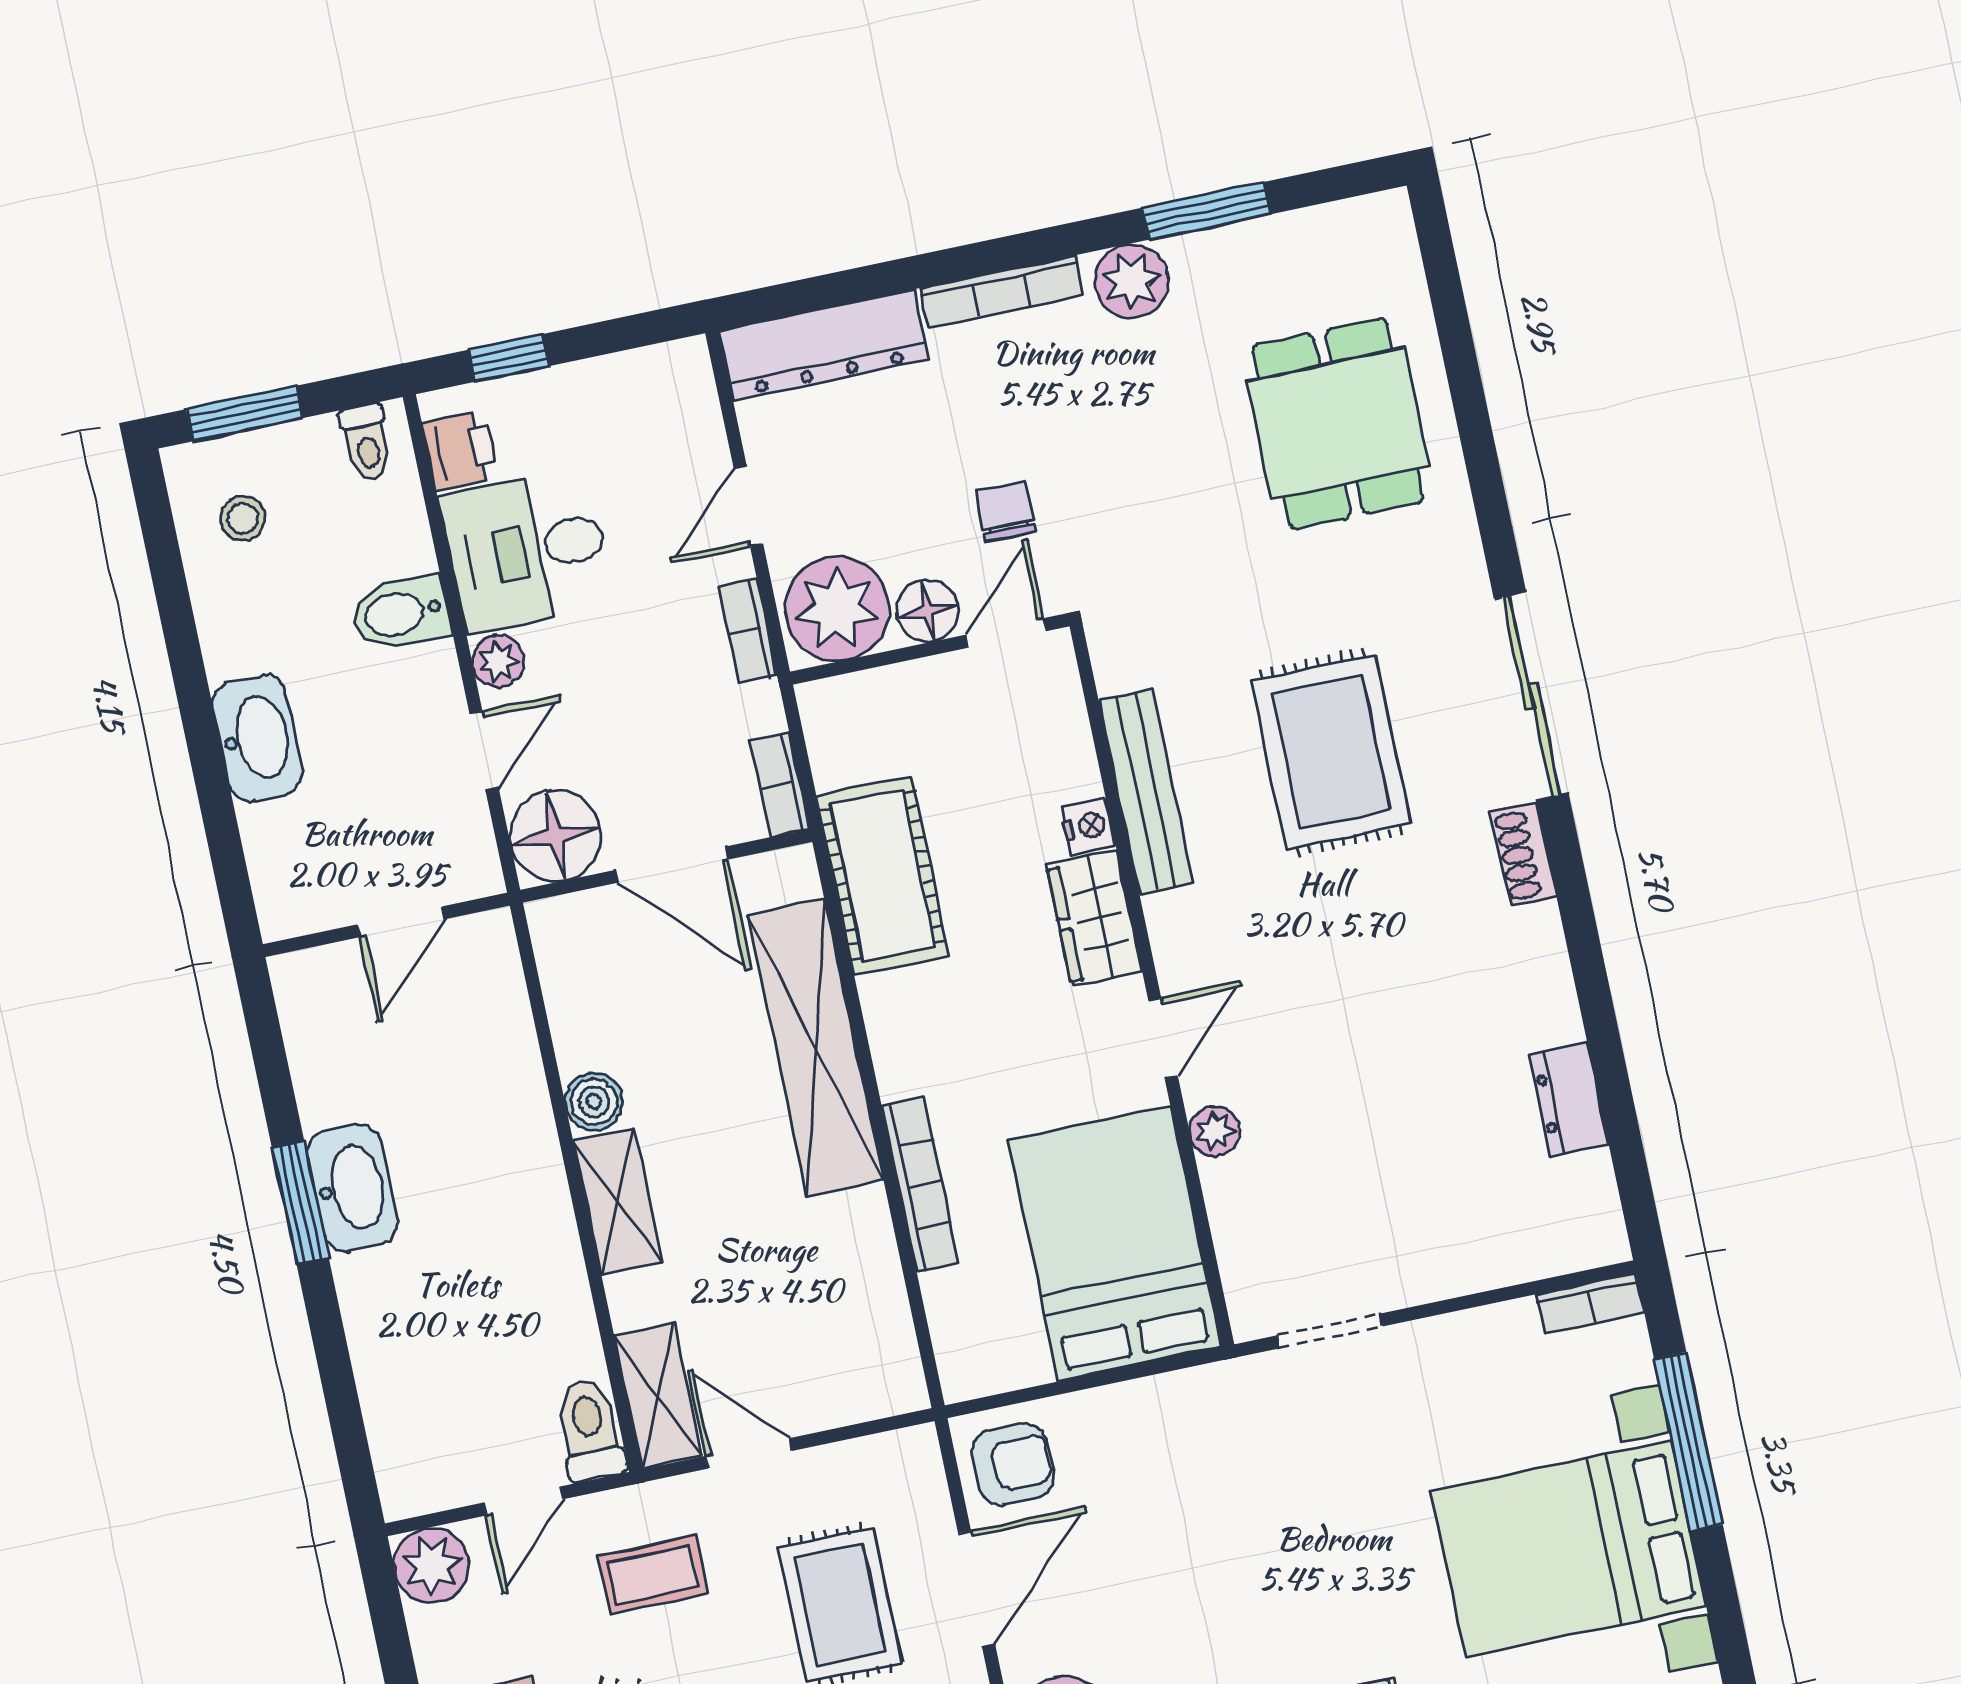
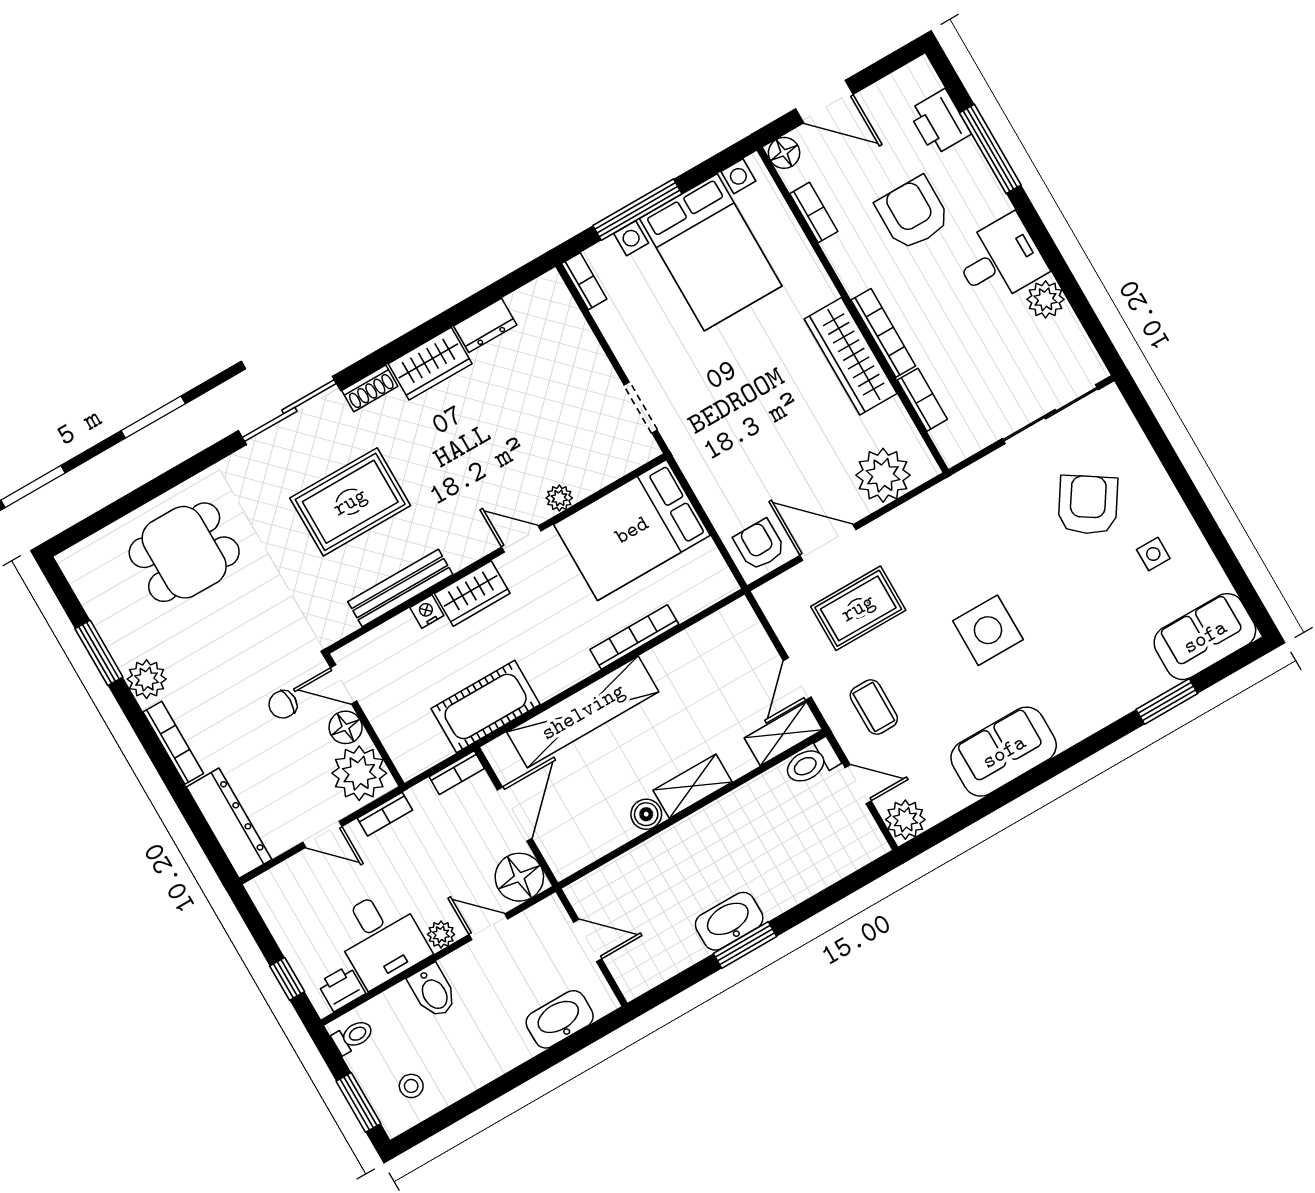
washbasin: (257, 738) -> (560, 1019), moved
wardrobe: (1533, 978) -> (430, 364), added

